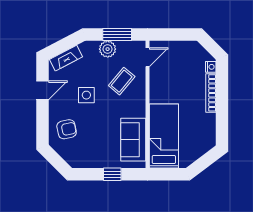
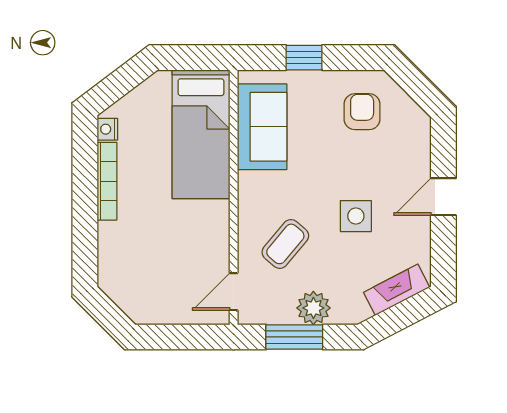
nightstand: (211, 67) -> (107, 129), moved
door: (43, 90) -> (443, 197), moved
bookcase: (211, 93) -> (107, 181), moved
armchair: (67, 129) -> (362, 112), moved, turned 102

